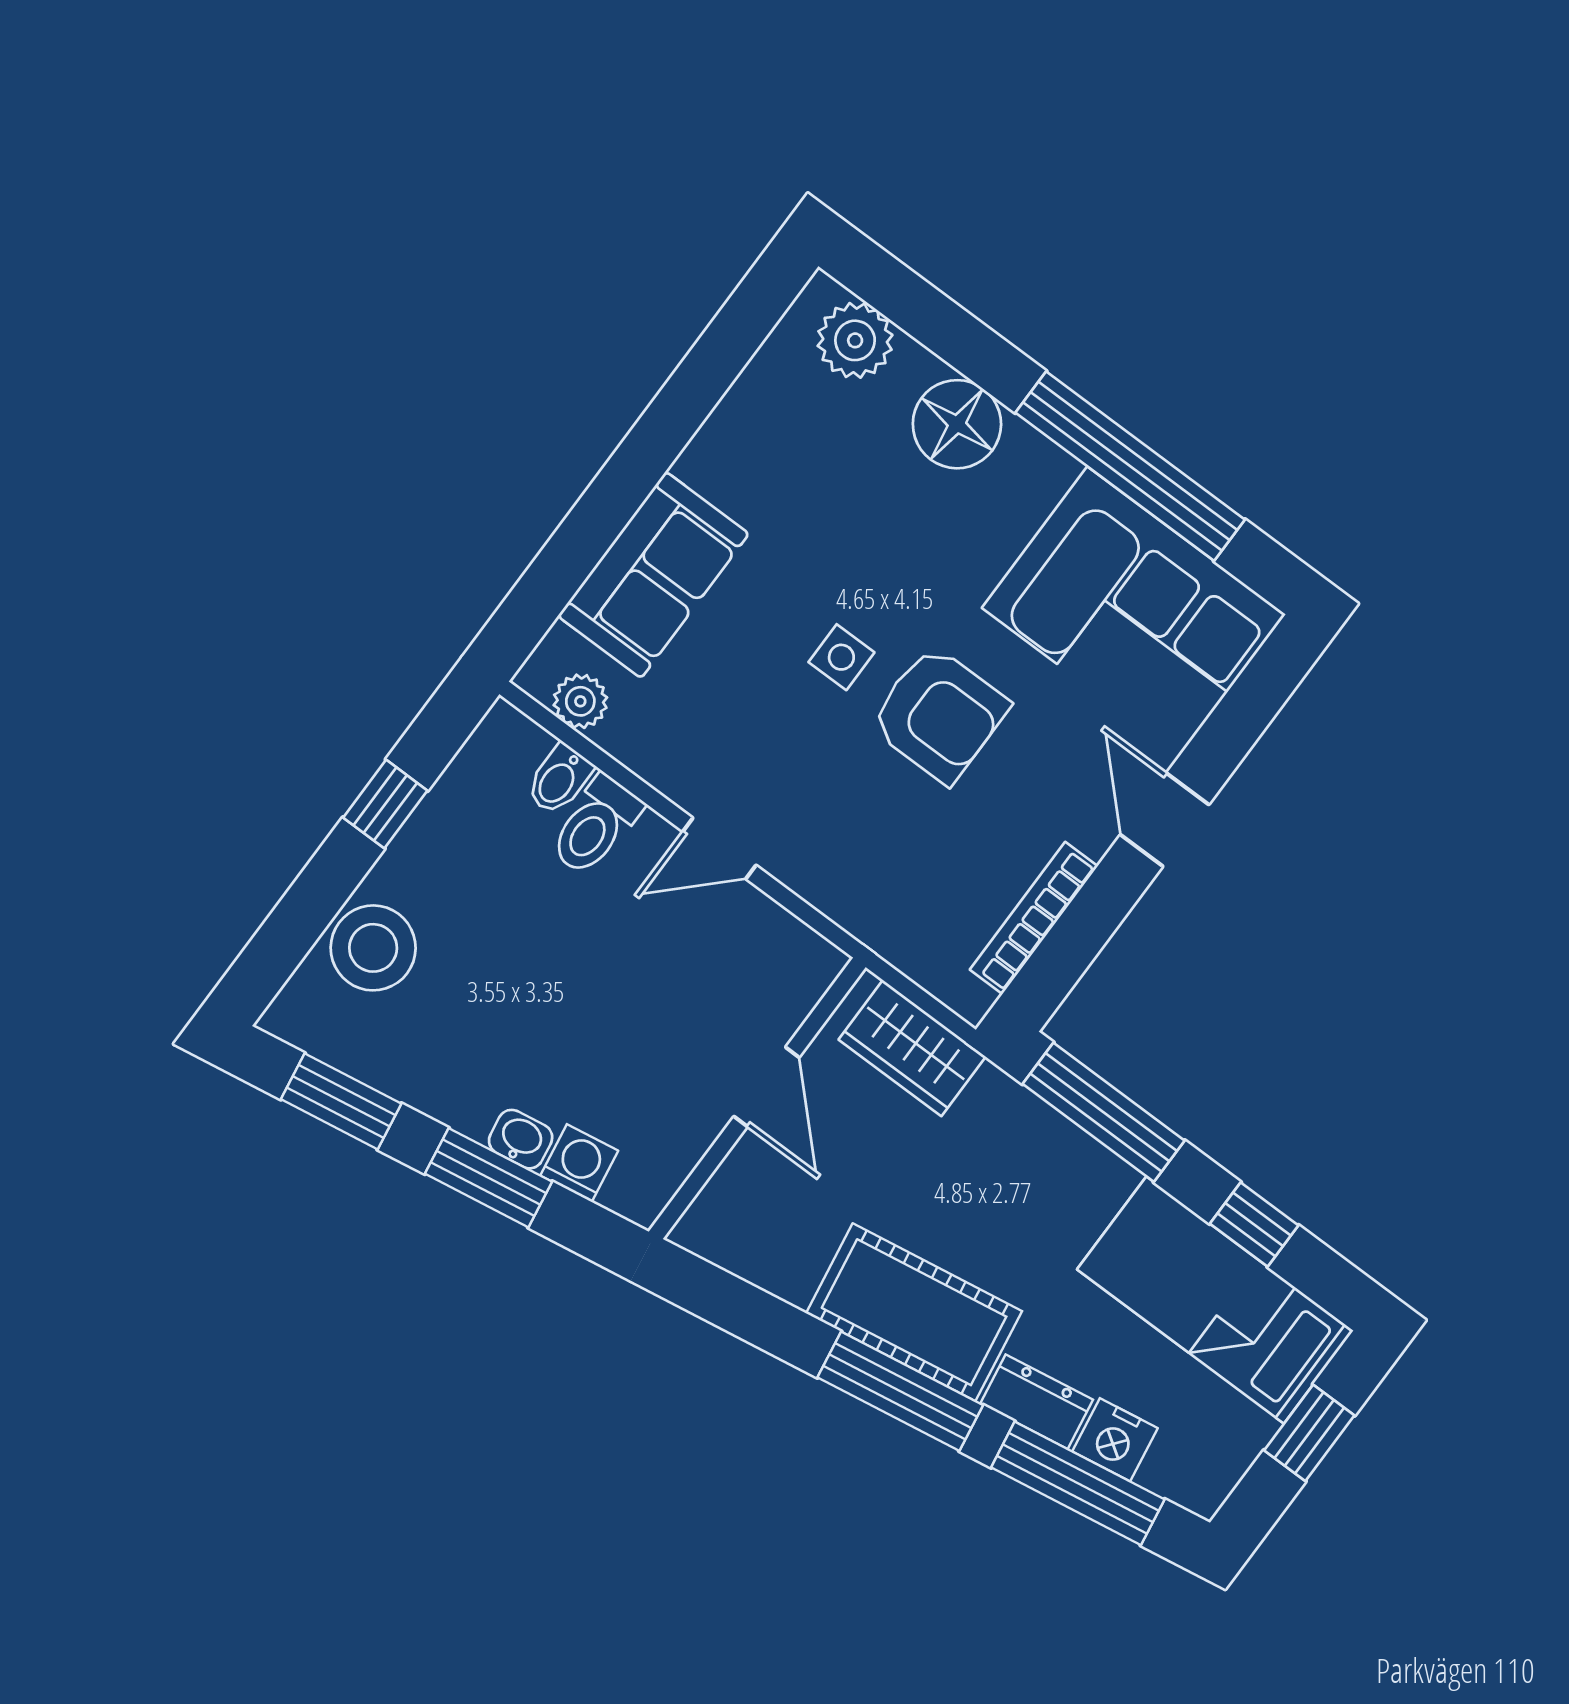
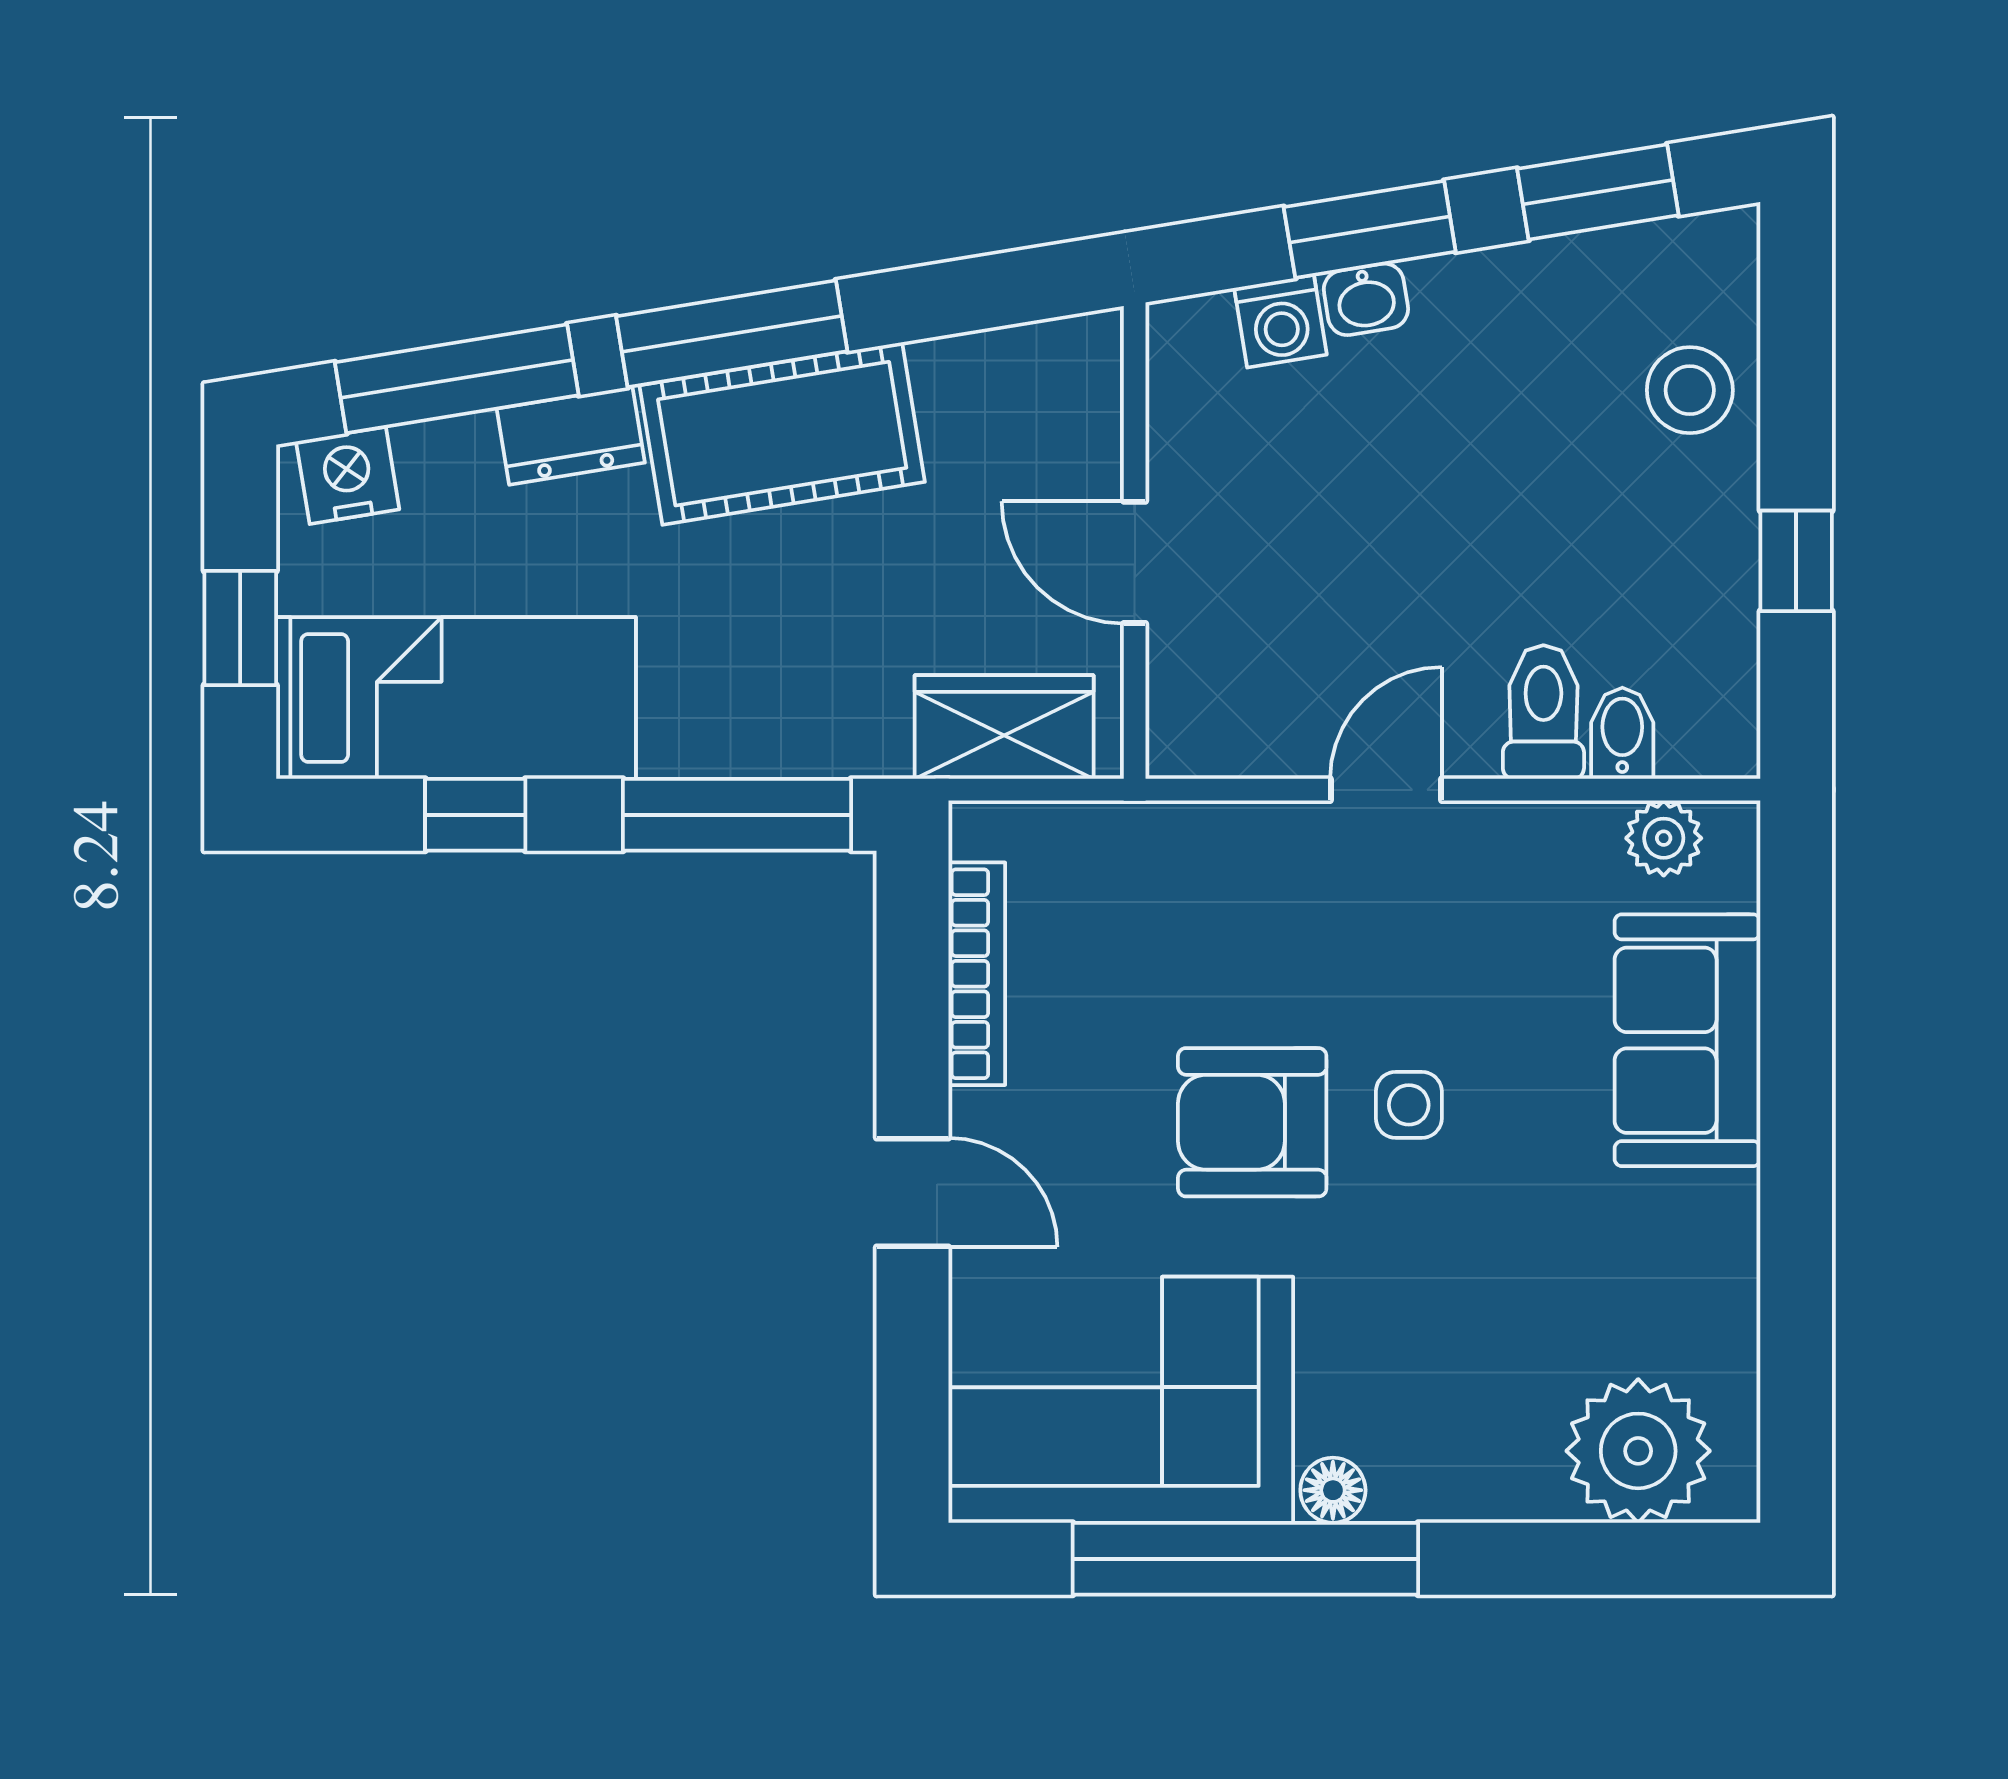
plant: (855, 340) -> (1638, 1451), width x1.36, depth x1.36
floor lamp: (957, 424) -> (1333, 1490), moved, width x0.53, depth x0.53
stool: (373, 948) -> (1690, 390), width x0.73, depth x0.73
nightstand: (1115, 1440) -> (348, 475), moved

